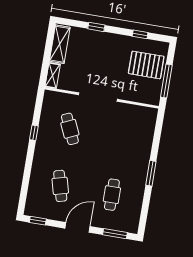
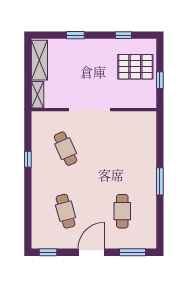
window: (166, 81) -> (160, 80), width x0.46

